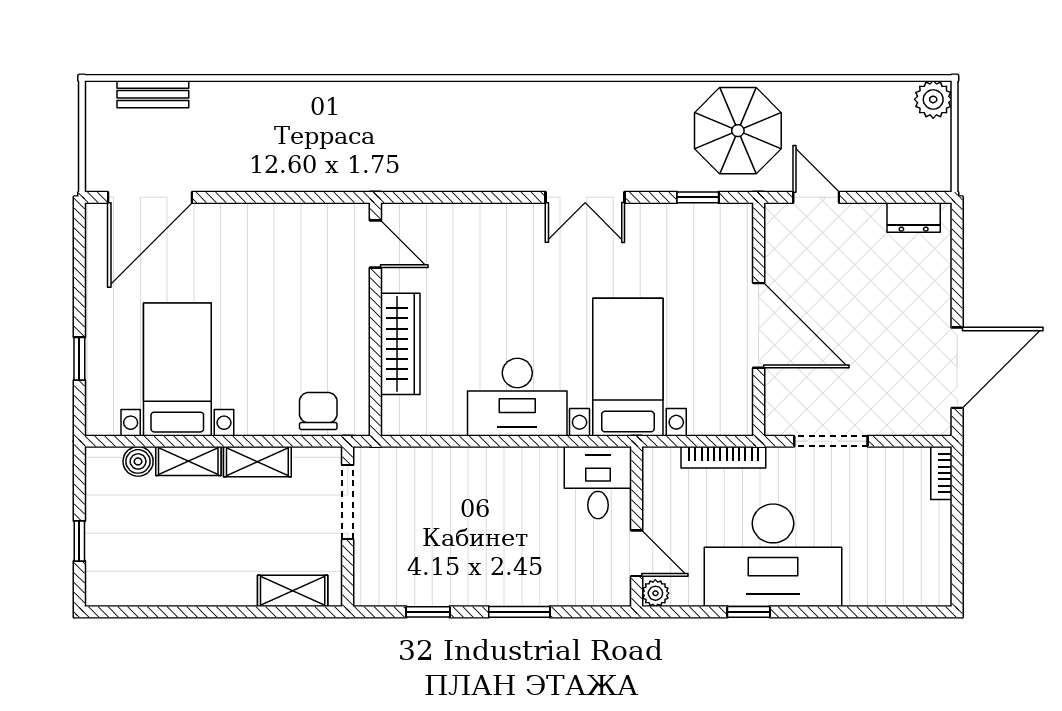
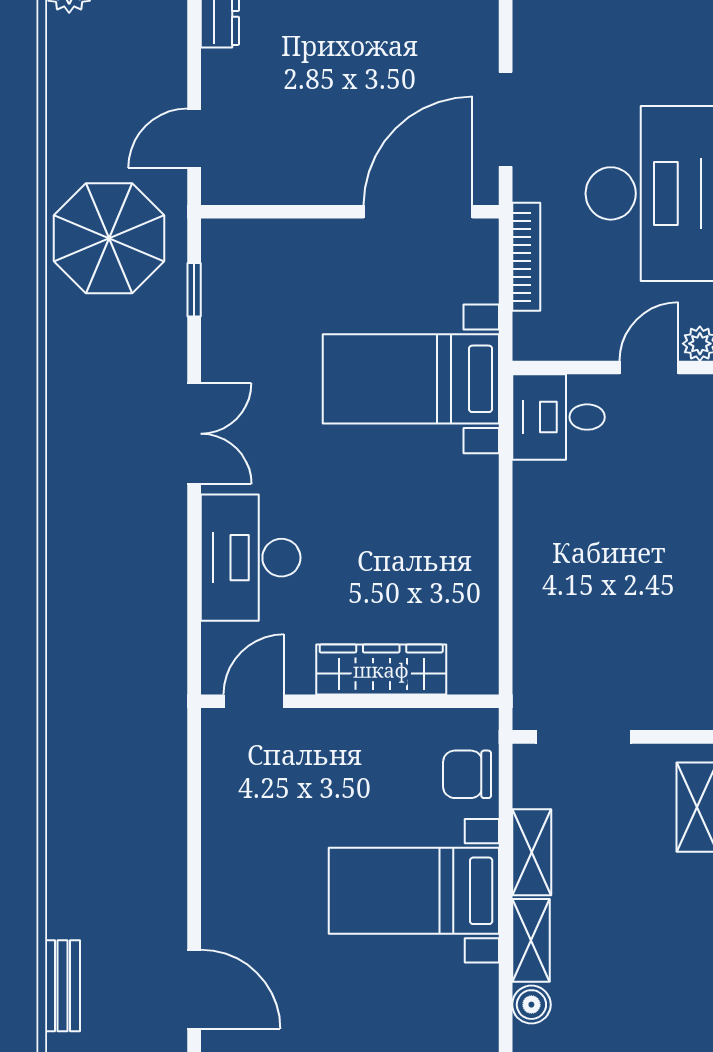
door: (150, 197) -> (194, 989), width x0.73
door: (759, 325) -> (418, 212), moved
bed with nightstands: (177, 369) -> (414, 891), moved
desk: (517, 397) -> (251, 558), moved, turned 180

